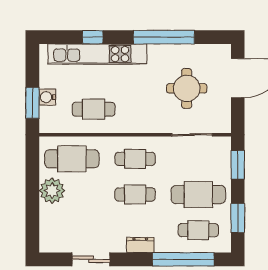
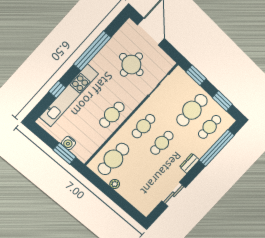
cafe table: (94, 109) -> (112, 115), moved
plant: (52, 191) -> (115, 184), width x0.53, depth x0.53

